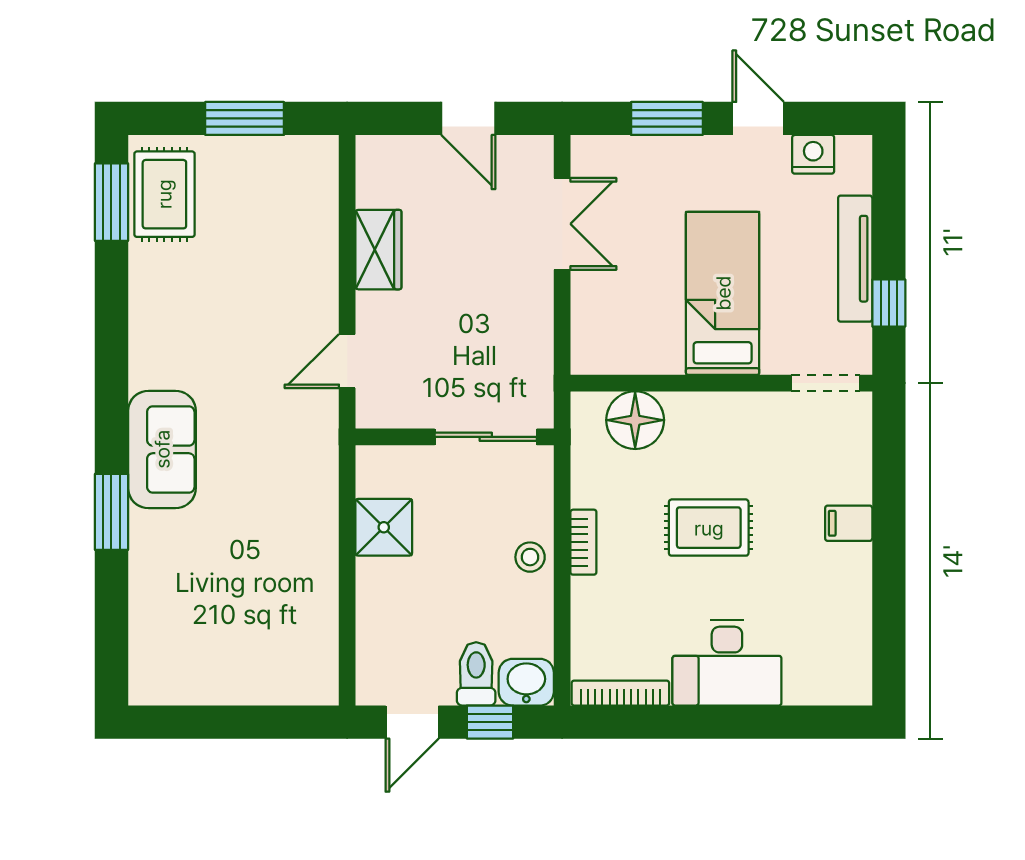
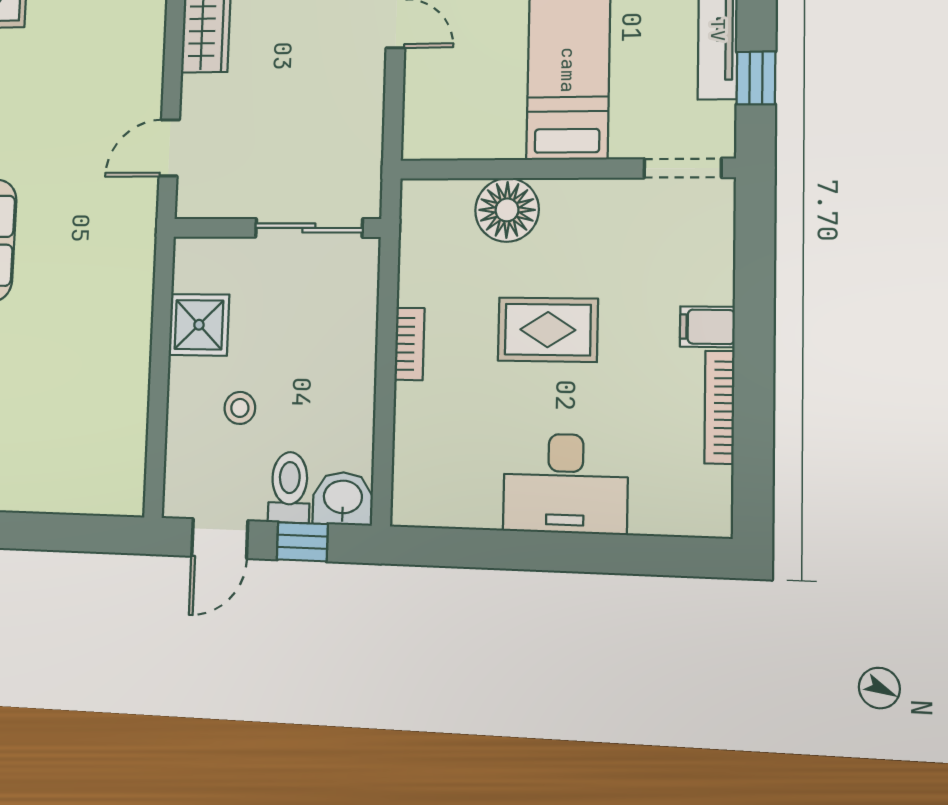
floor lamp: (635, 420) -> (507, 210), moved
stool: (530, 557) -> (240, 408), moved
bookcase: (620, 693) -> (719, 407), moved, turned -90

